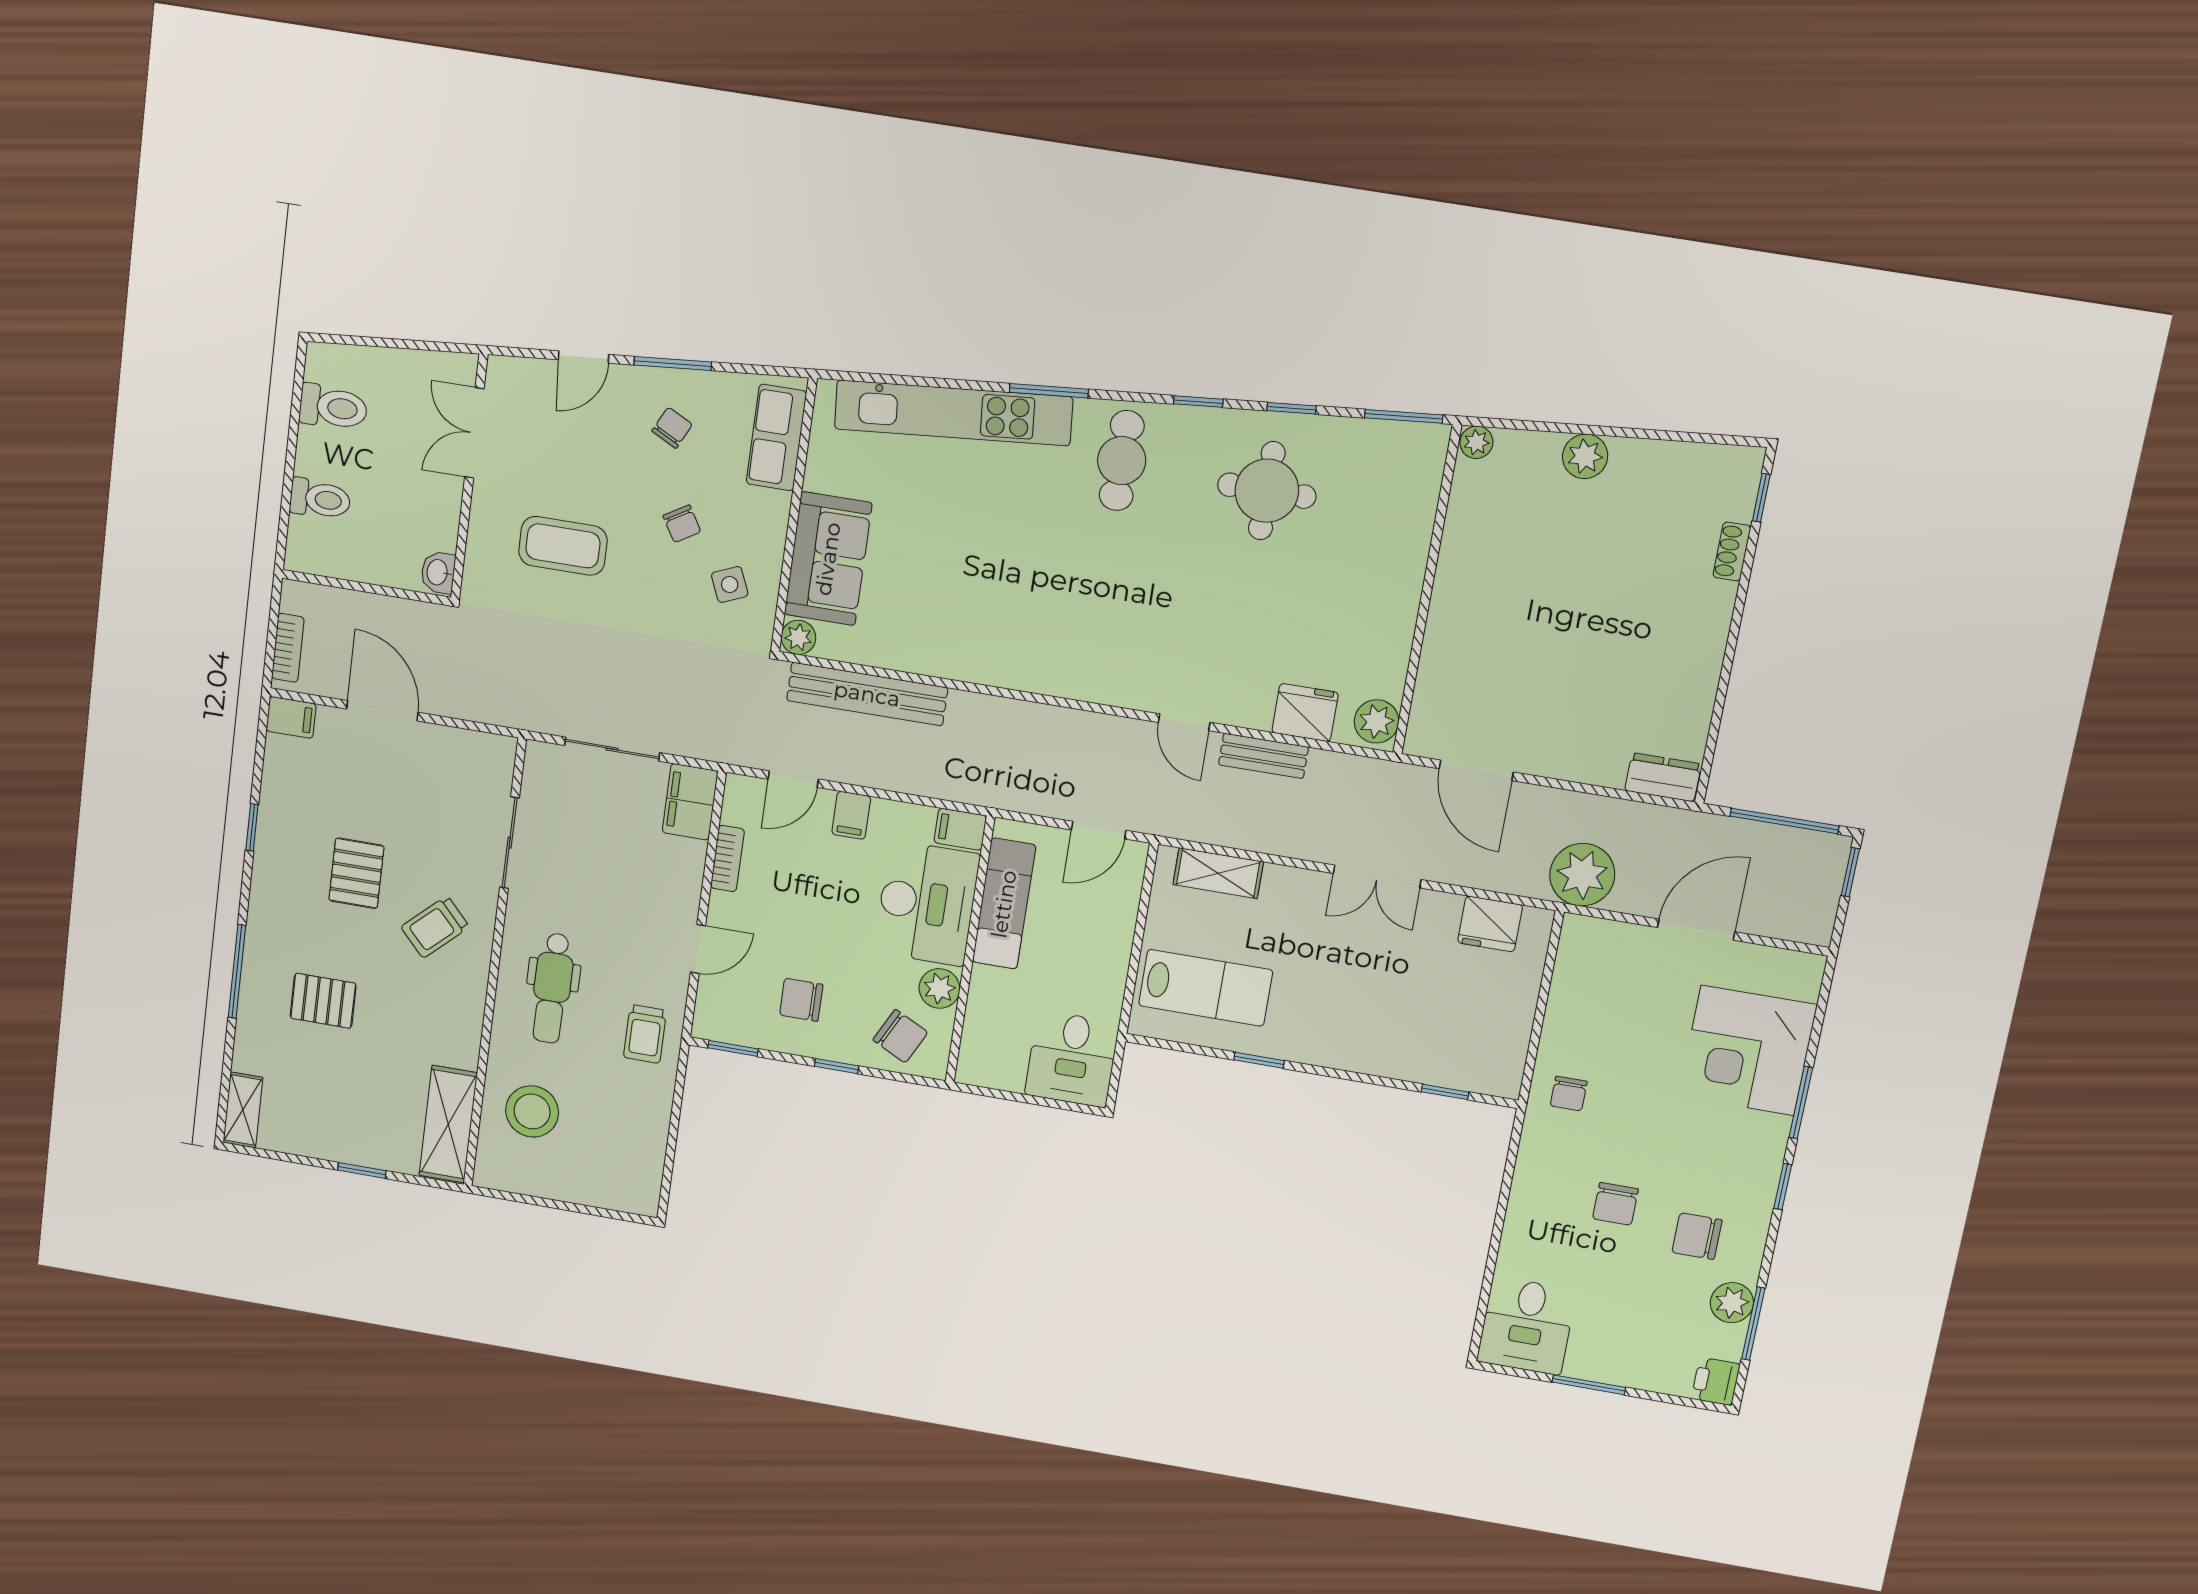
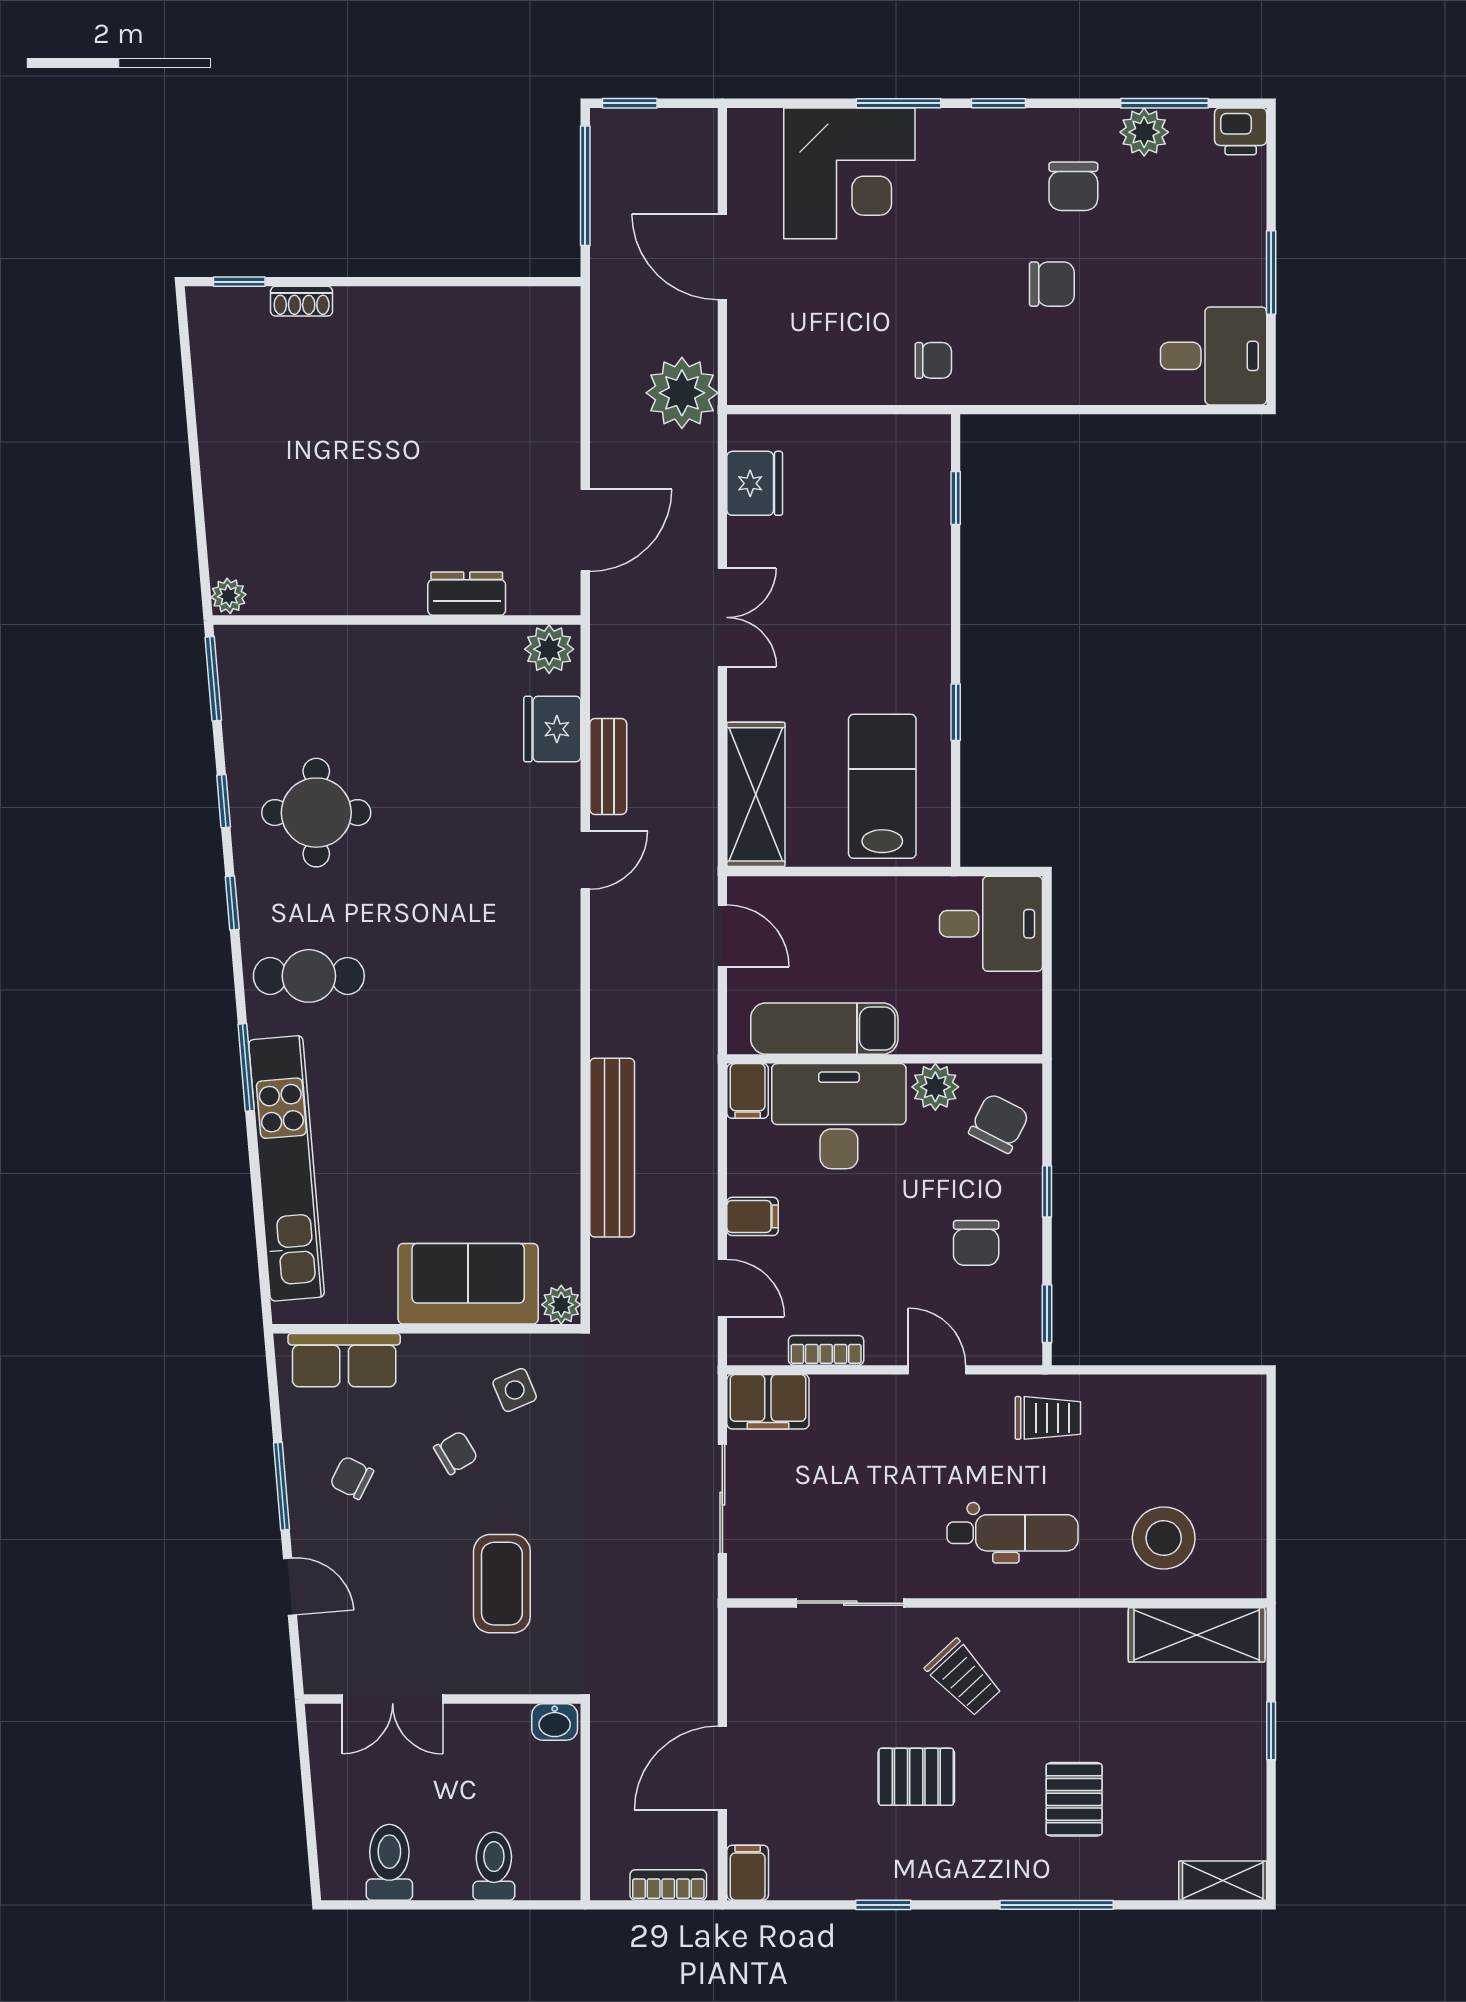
plant: (1585, 456) -> (225, 477), removed
bench: (867, 694) -> (612, 1148), moved
dresser: (1663, 777) -> (467, 594), moved, turned 90
shelving: (1218, 873) -> (756, 794), width x1.50, depth x1.33

